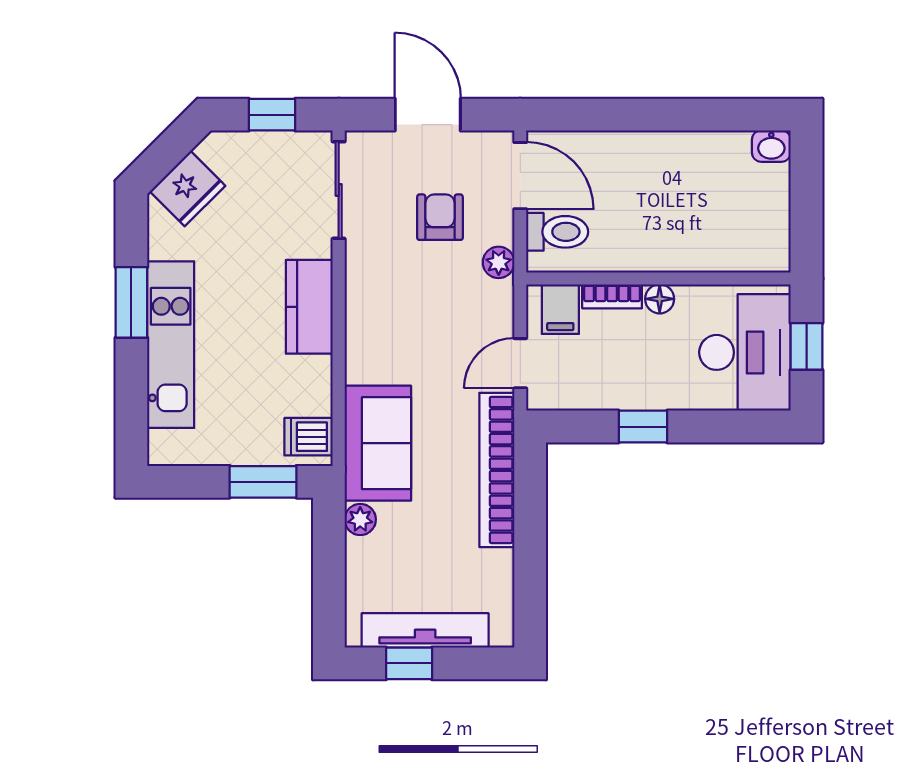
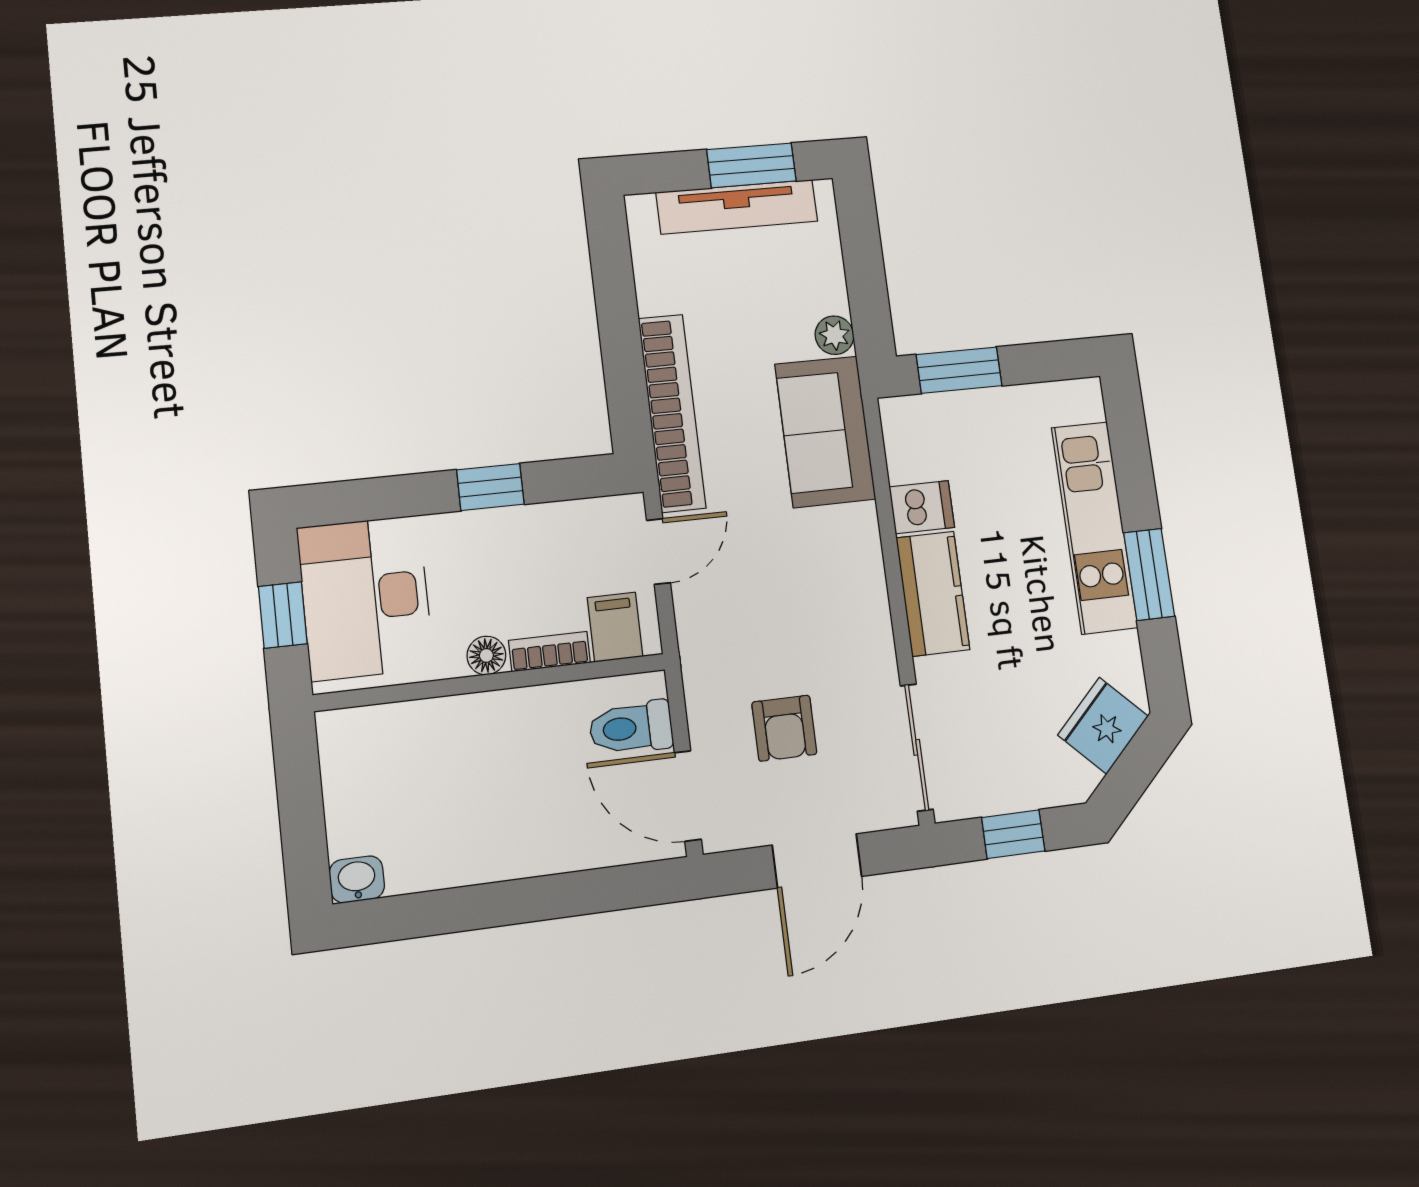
door: (428, 115) -> (817, 861), hinge flipped
plant: (499, 262) -> (702, 679), removed
dishwasher: (309, 437) -> (922, 507), moved
window: (409, 663) -> (752, 165), width x1.50

